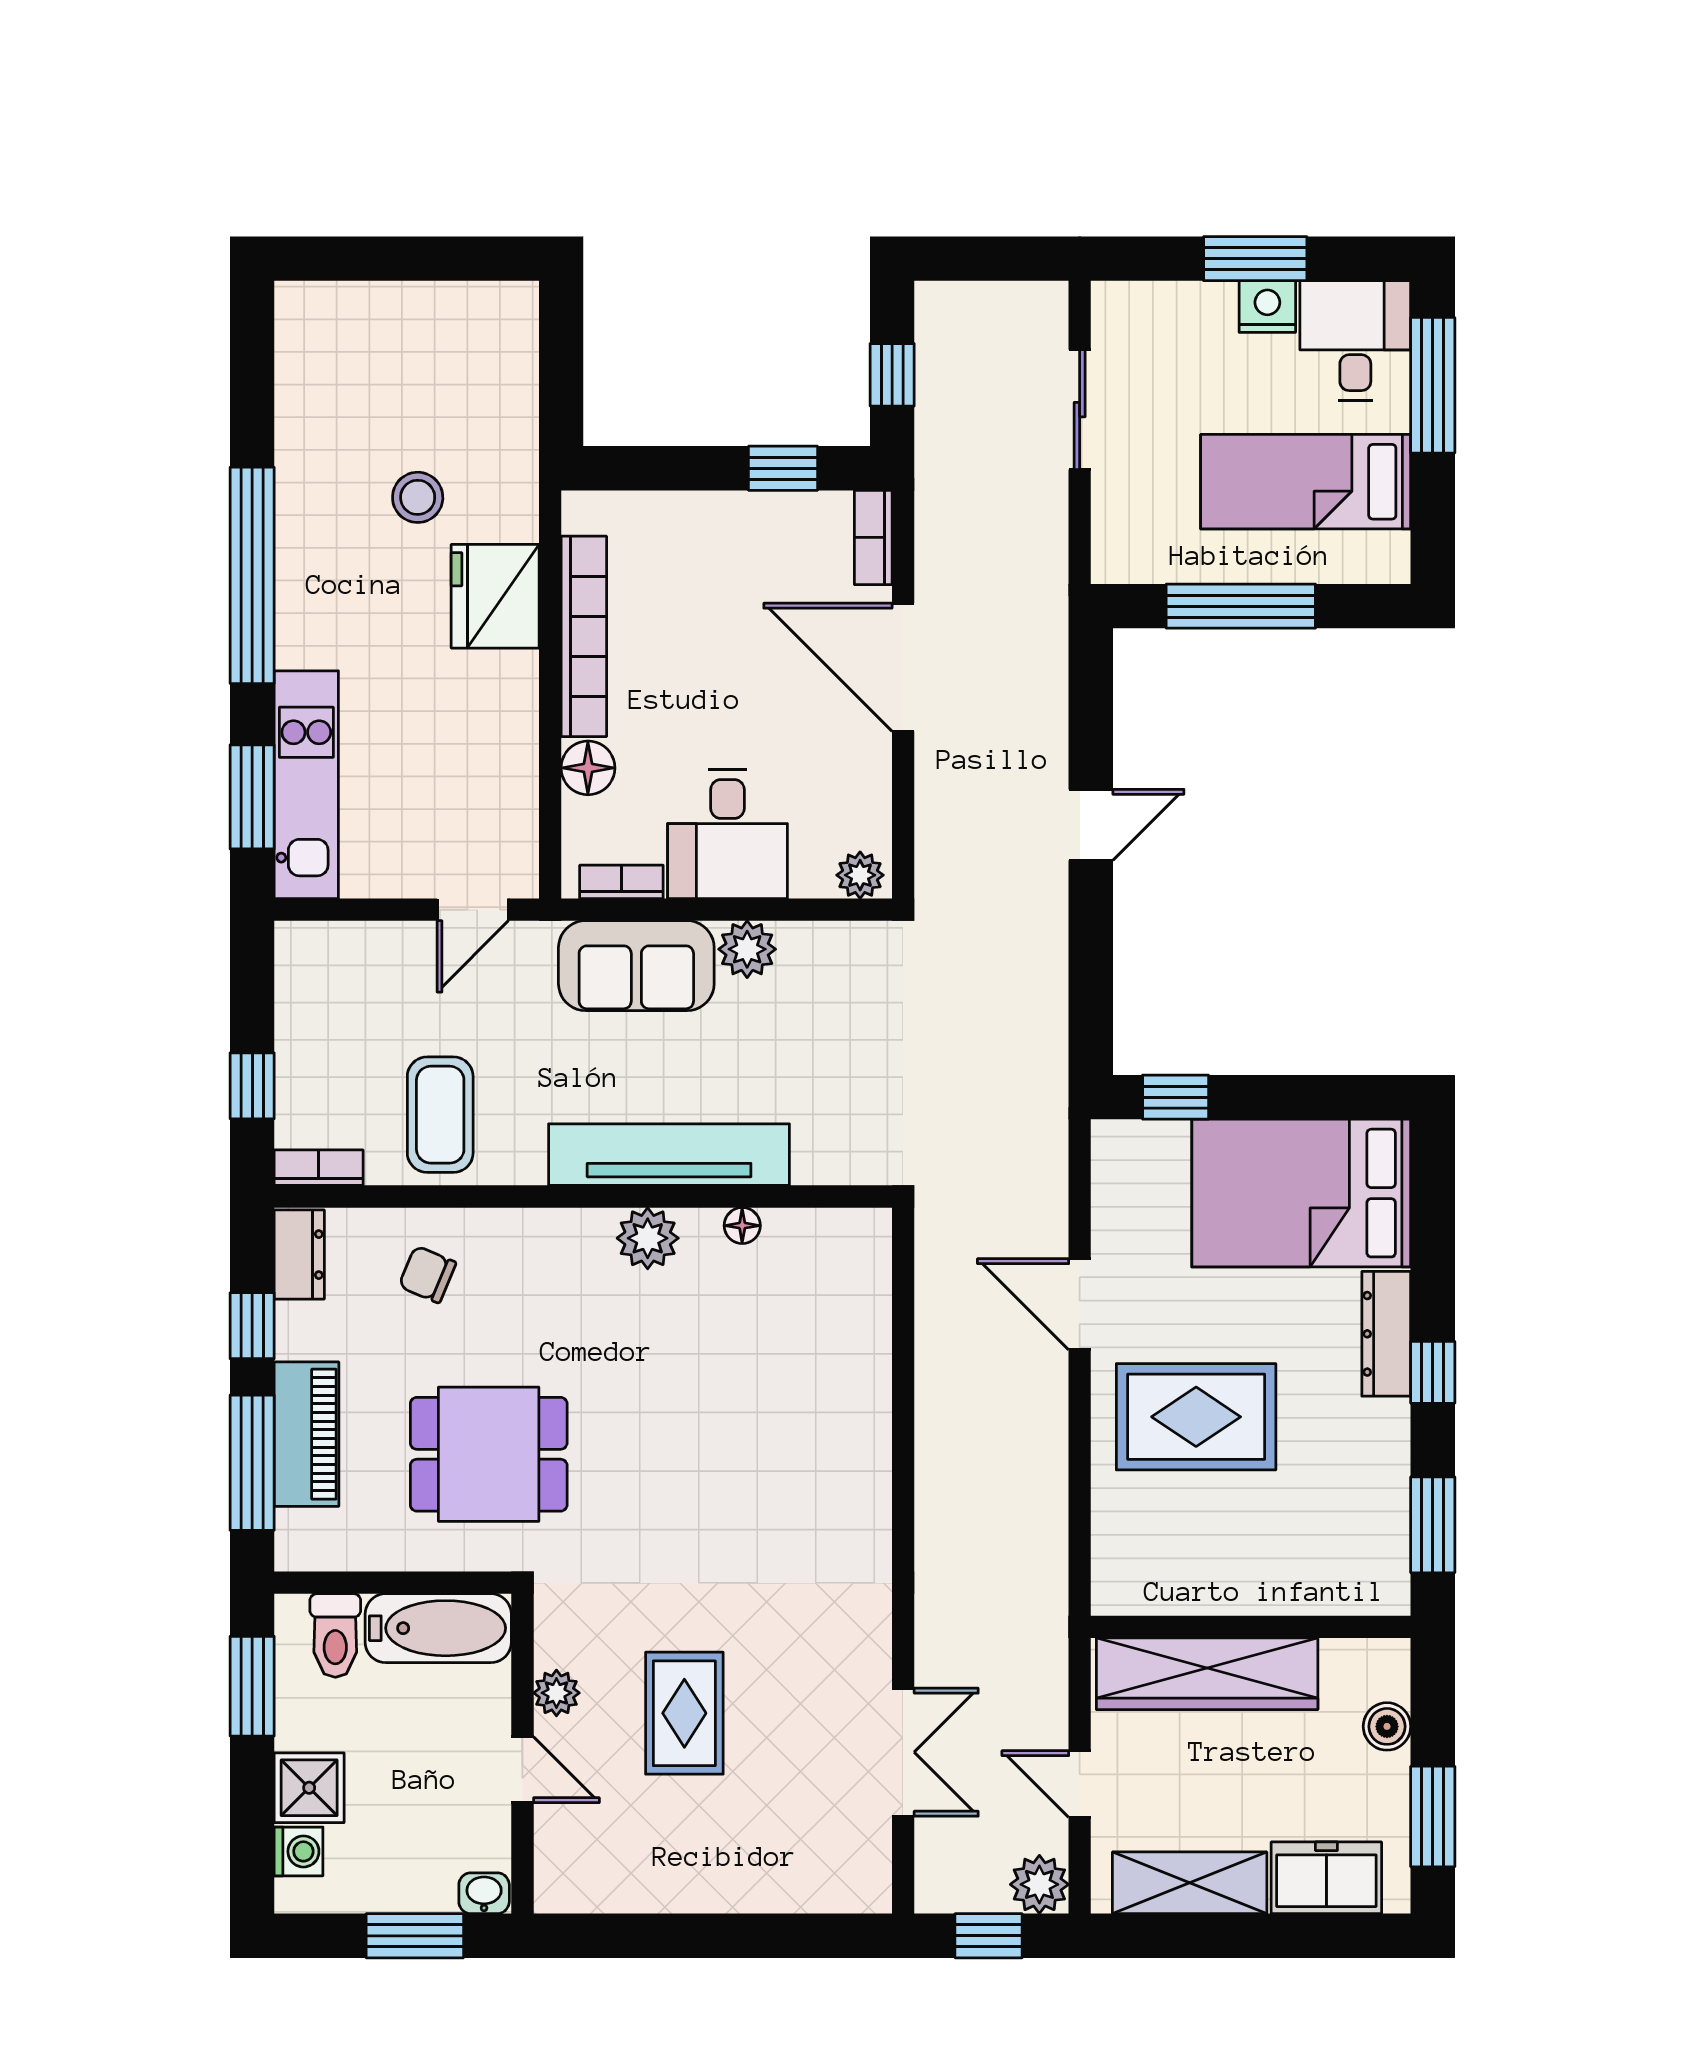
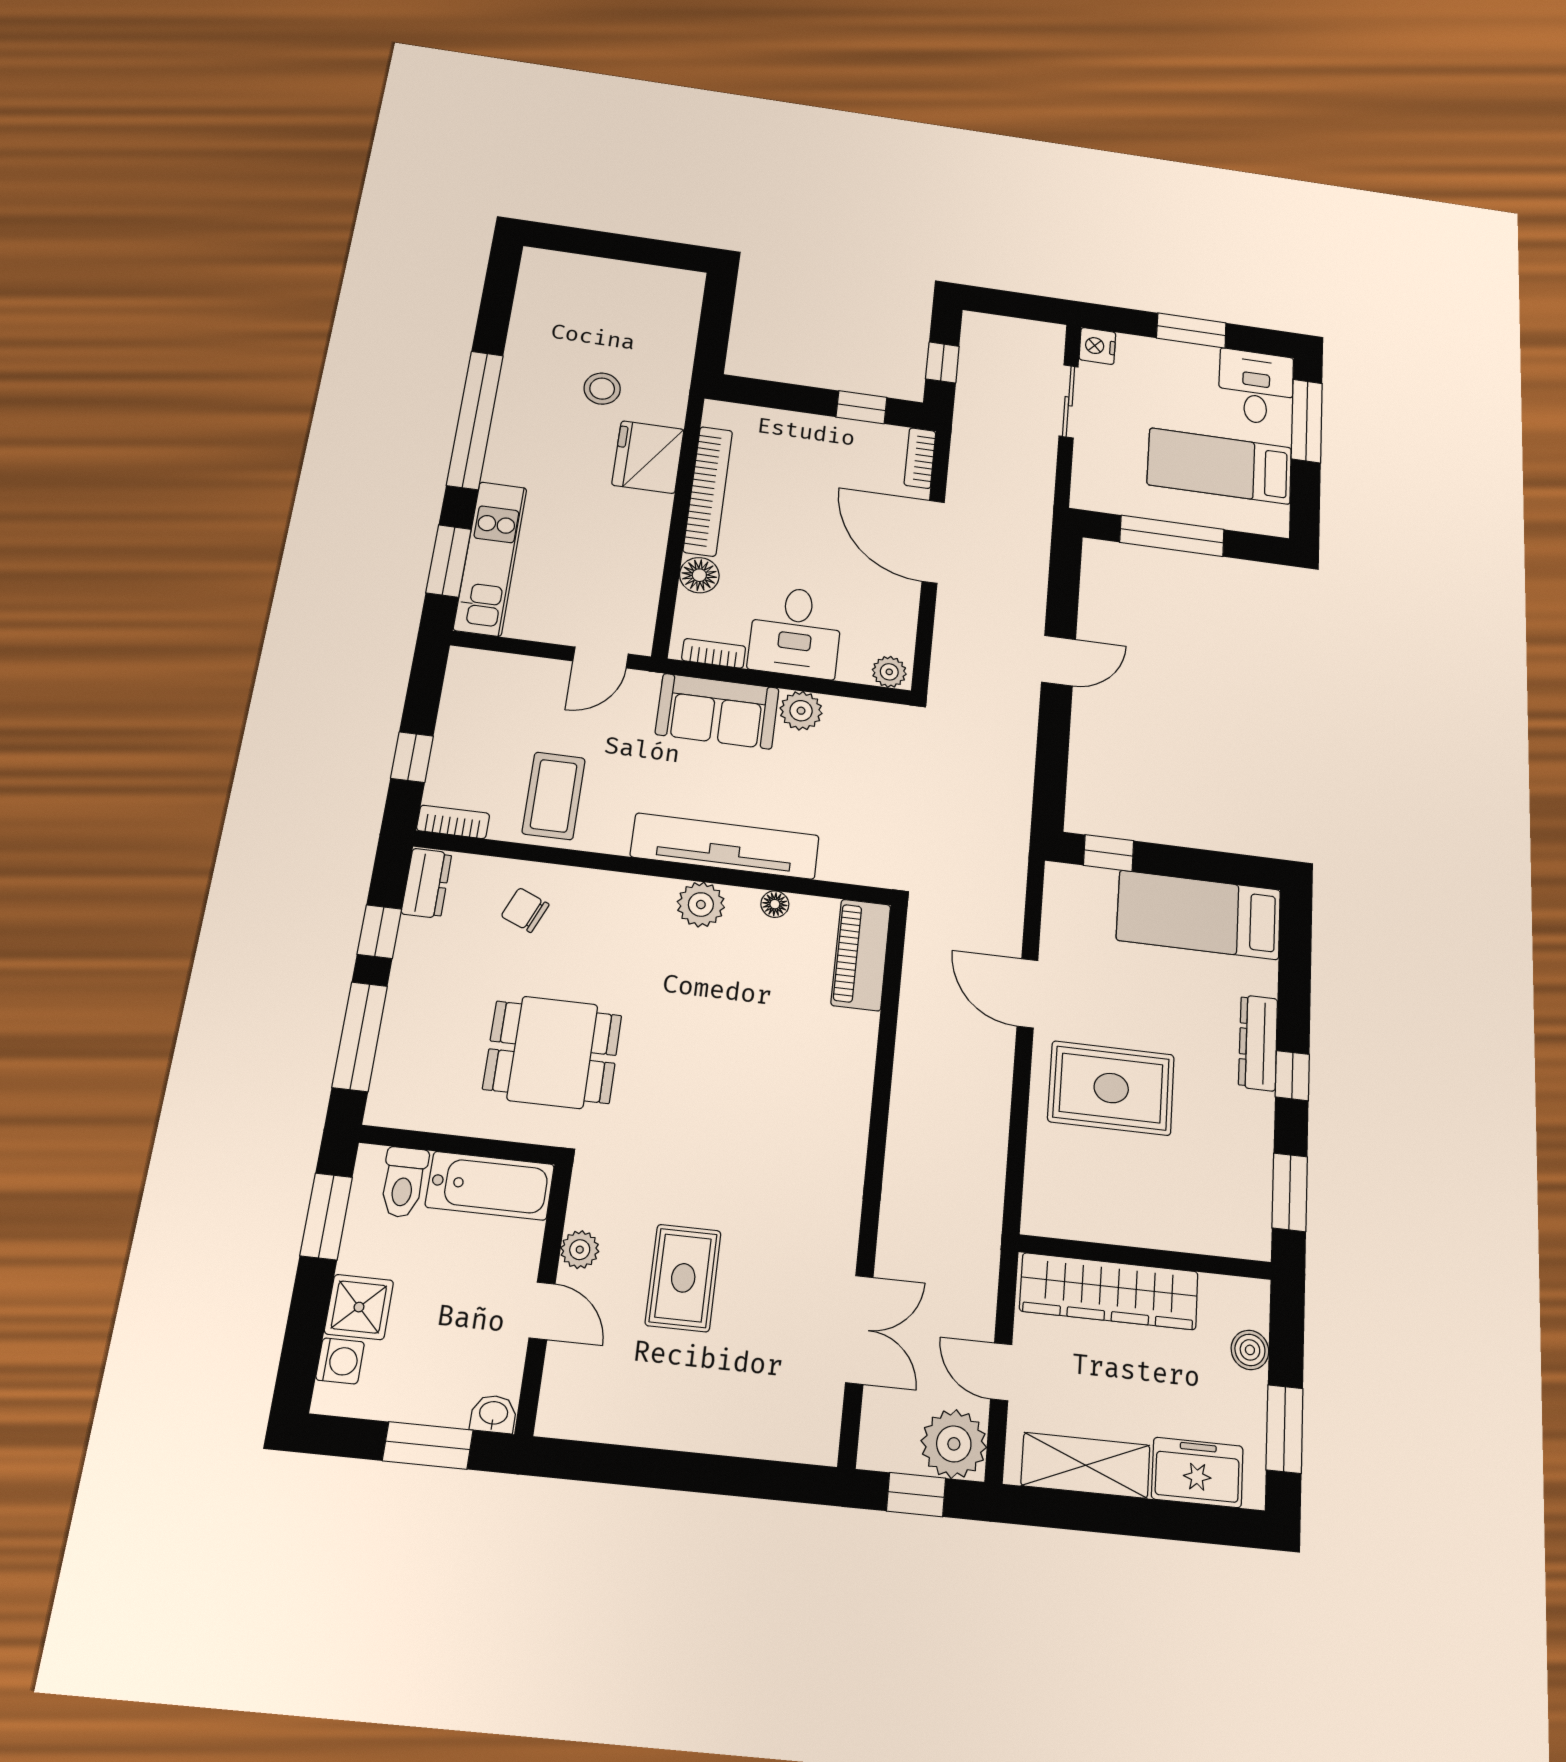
nightstand: (1267, 307) -> (1097, 346), moved, turned -90
bed: (1301, 1193) -> (1199, 915), width x0.67
piano: (306, 1434) -> (861, 955), moved, turned 180
plant: (1039, 1884) -> (954, 1444), width x1.36, depth x1.36

